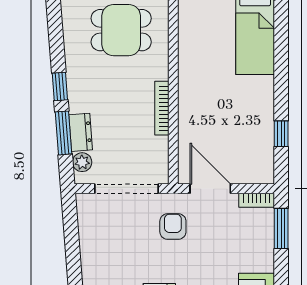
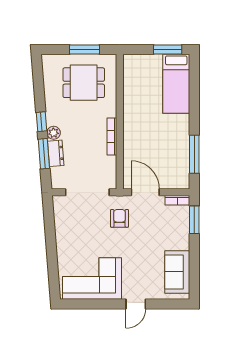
window: (281, 134) -> (194, 154), width x2.17
plant: (82, 162) -> (54, 133), moved

